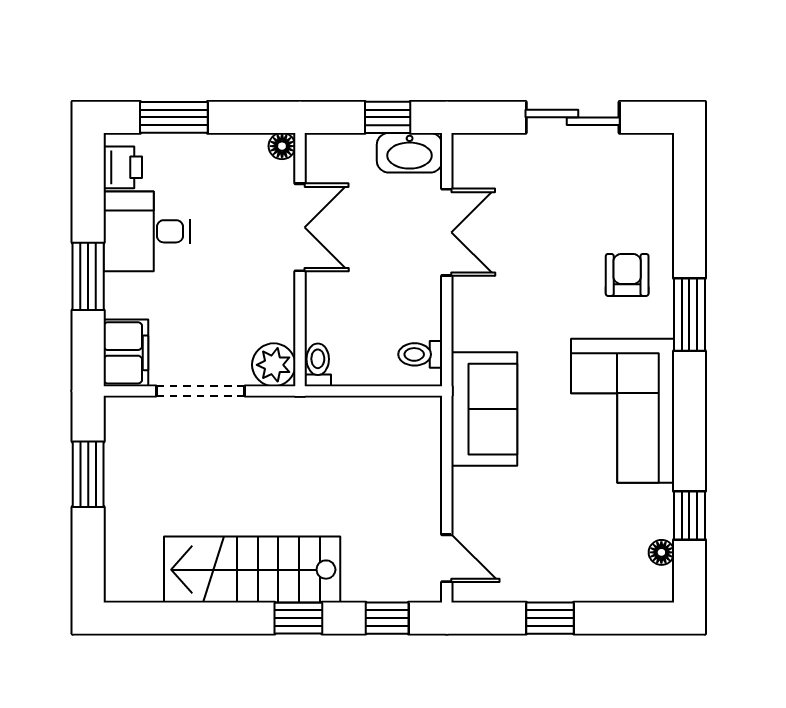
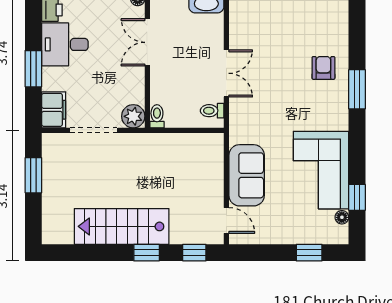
double door: (300, 227) -> (147, 42), swing flipped
double door: (447, 232) -> (226, 73), moved
sofa: (484, 409) -> (247, 175), moved
corner sofa: (623, 411) -> (321, 170), moved
window: (550, 618) -> (309, 253), moved

